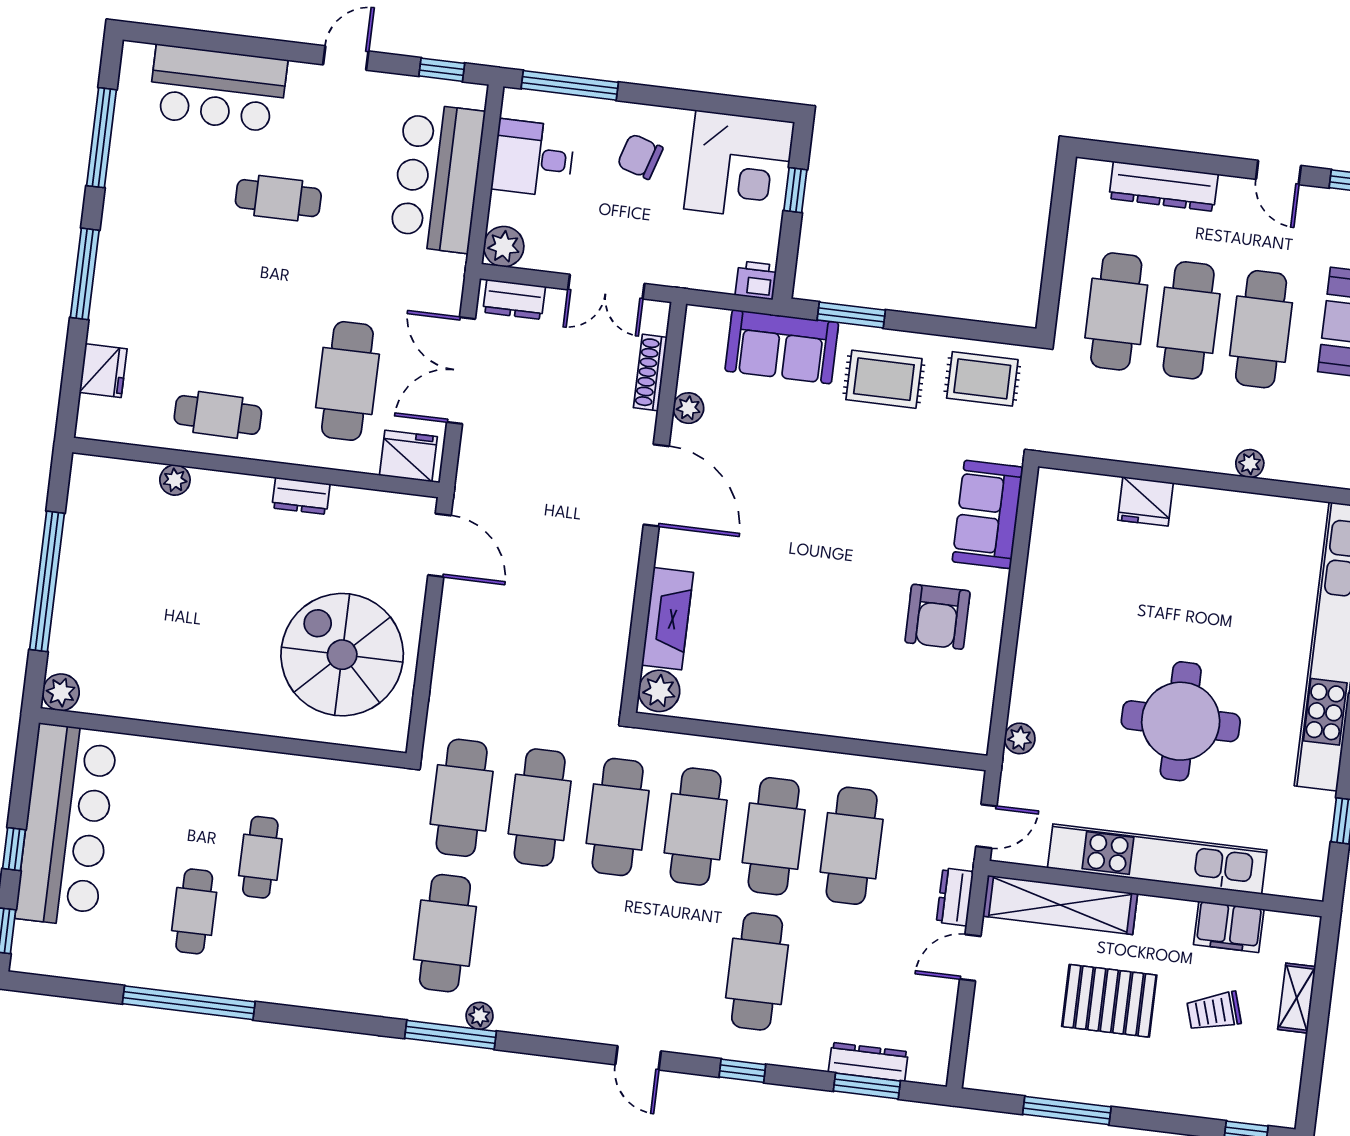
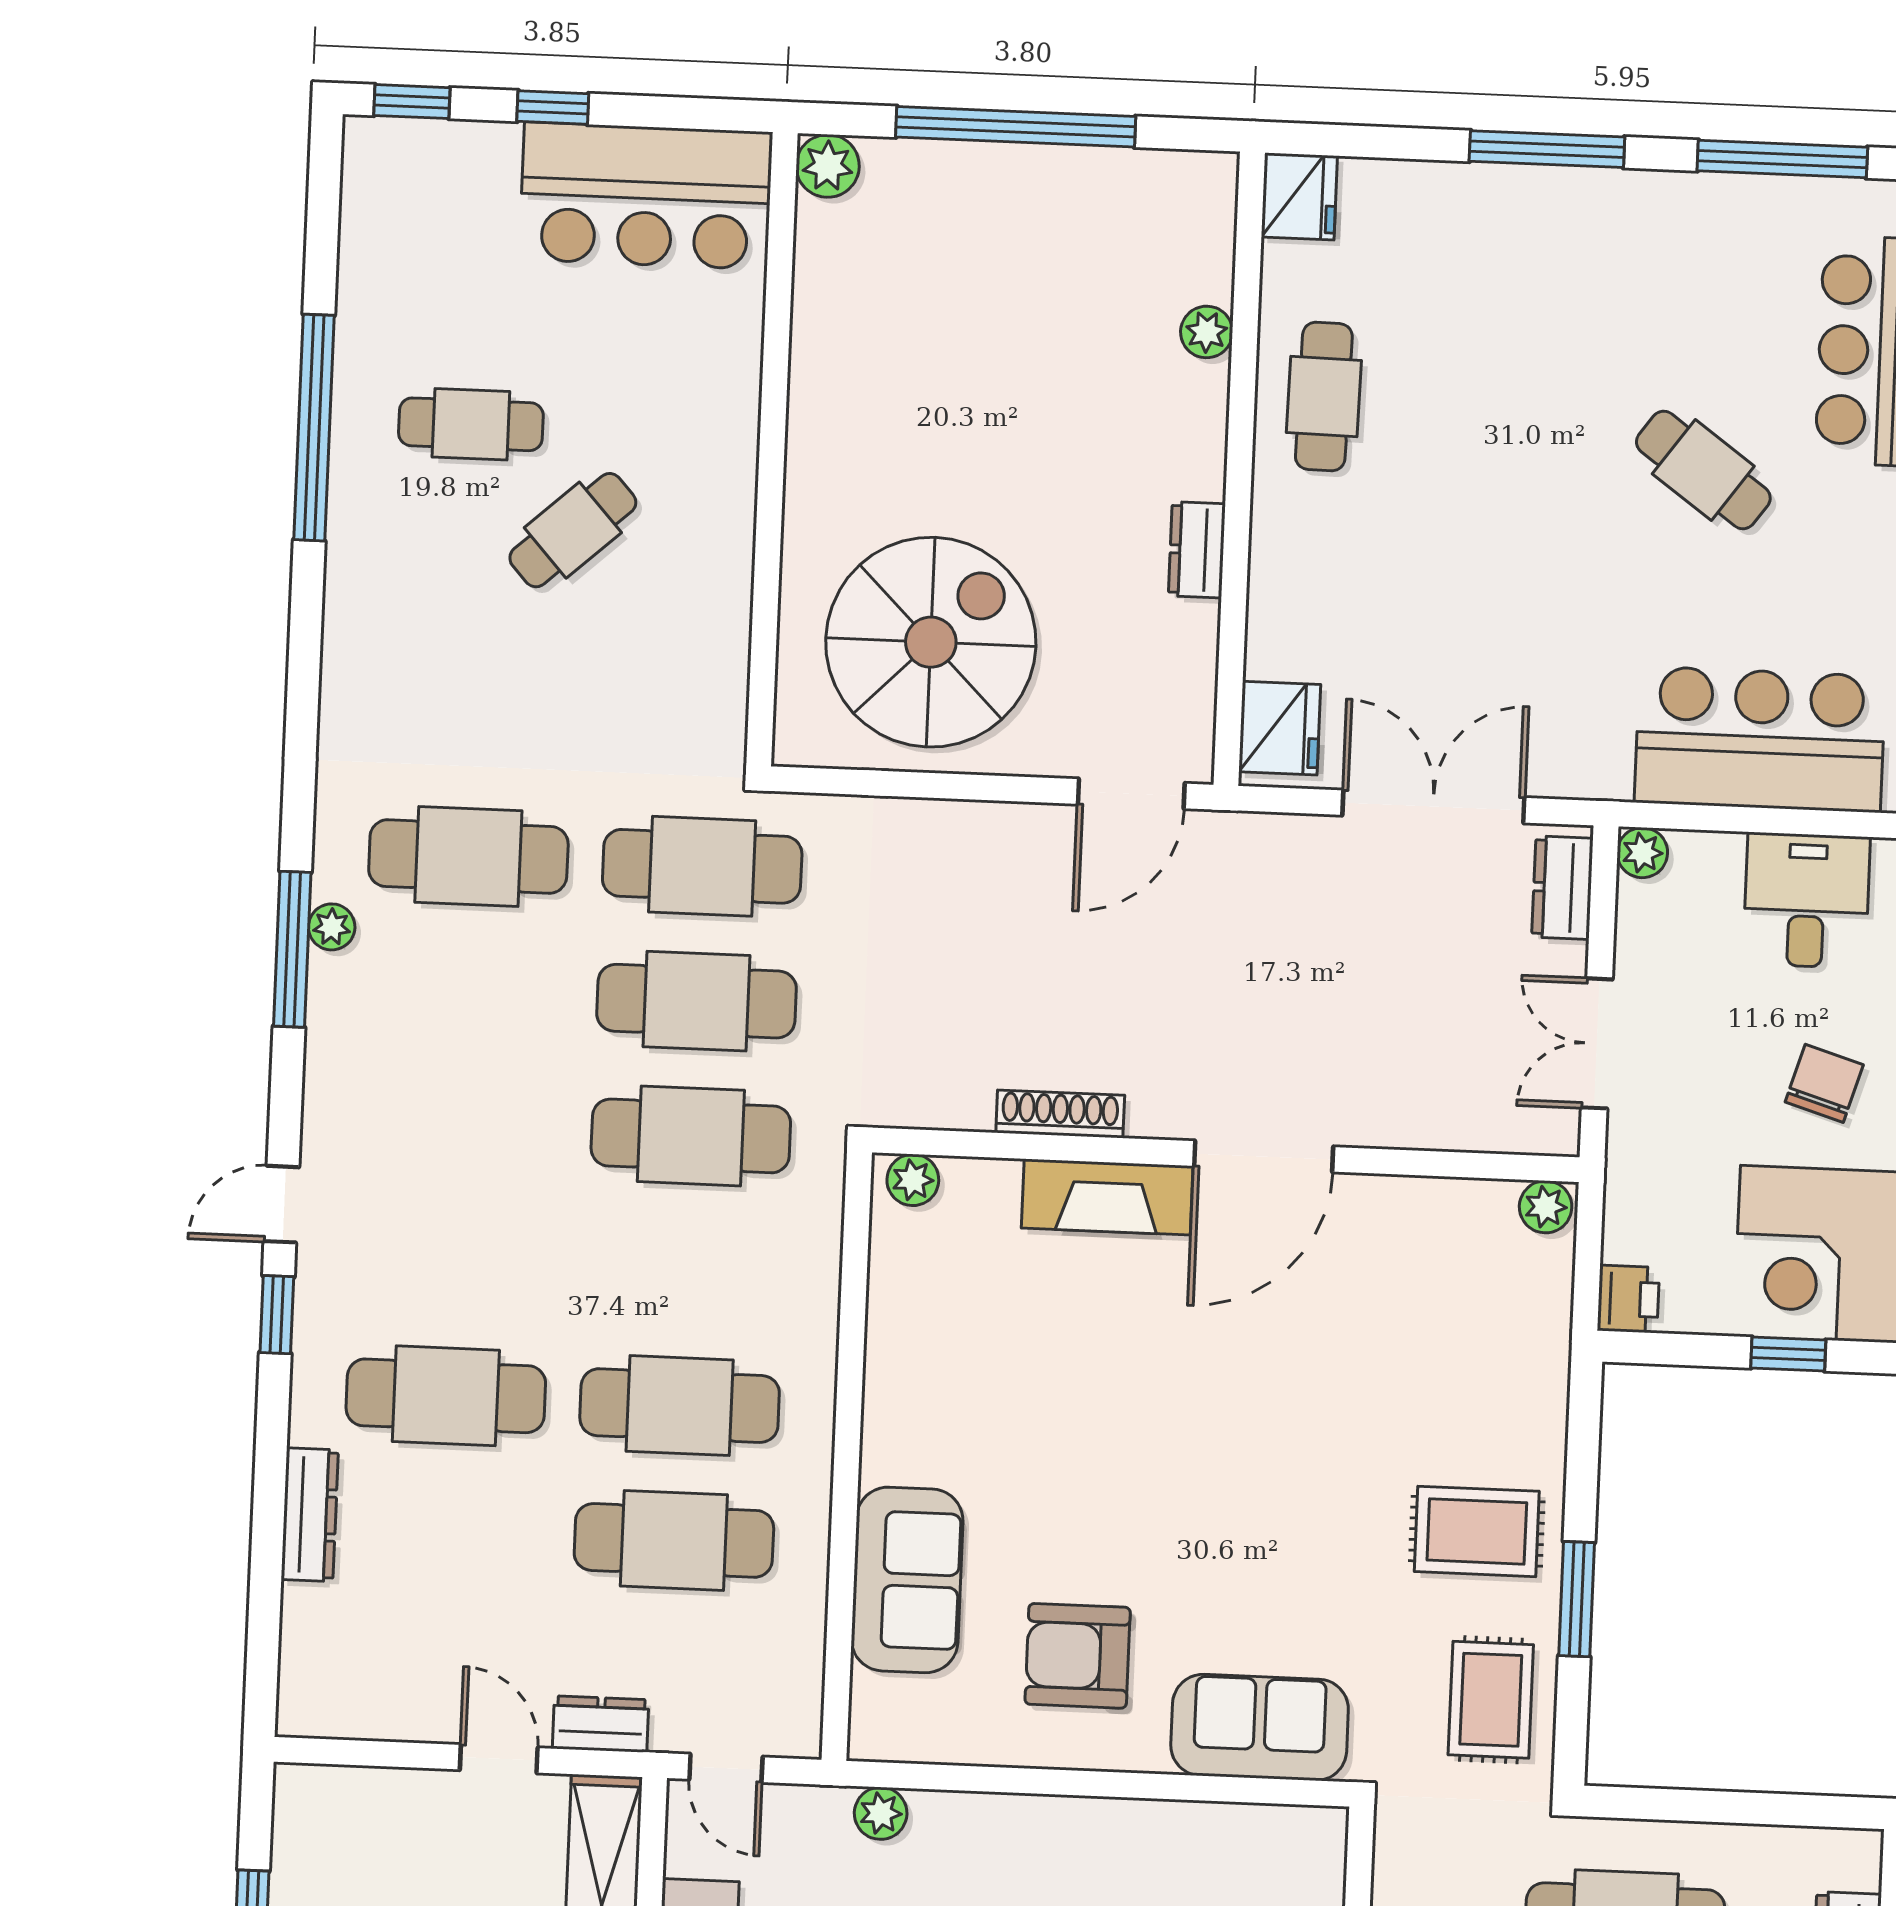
cafe table: (278, 198) -> (1703, 470), turned -54
plant: (504, 247) -> (1642, 853), width x0.73, depth x0.73
window: (851, 315) -> (1577, 1599), moved
sofa: (782, 347) -> (907, 1580), moved, turned 180
fridge: (103, 371) -> (1299, 196), moved, turned -90
shoe rack: (650, 373) -> (1060, 1114), moved
rug: (884, 379) -> (1477, 1531), turned 90
cafe table: (347, 381) -> (1400, 614), removed
plant: (688, 408) -> (1546, 1207), moved
fireplace: (668, 619) -> (1107, 1197), moved
plant: (659, 691) -> (913, 1180), width x0.73, depth x0.73
bar counter: (66, 825) -> (646, 196), width x0.73
cafe table: (696, 827) -> (685, 1271), removed
cafe table: (260, 857) -> (573, 530), turned -42
window: (450, 1035) -> (292, 949), moved
dresser: (868, 1062) -> (310, 1515), moved
window: (742, 1071) -> (277, 1315), moved
window: (867, 1086) -> (265, 1600), removed

